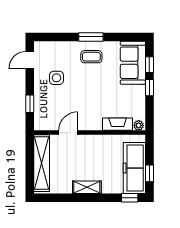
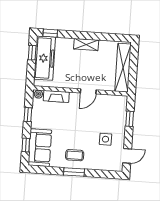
window: (149, 88) -> (28, 115), moved
door: (68, 133) -> (88, 91), moved

